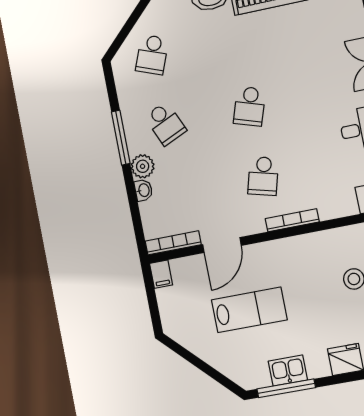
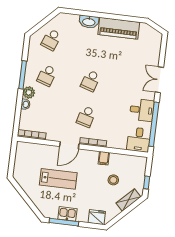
school desk: (165, 124) -> (47, 75), turned 42
door: (222, 245) -> (69, 145), moved
filing cabinet: (161, 274) -> (104, 158), moved

